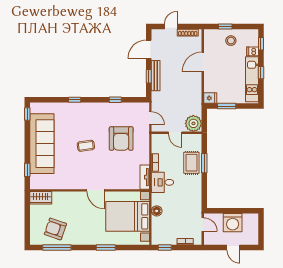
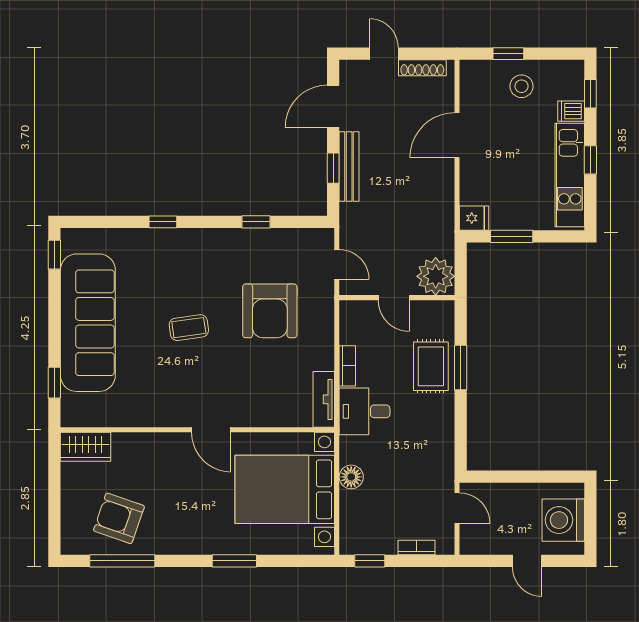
door: (171, 26) -> (384, 54), hinge flipped
washing machine: (233, 223) -> (563, 520), moved, turned 90

